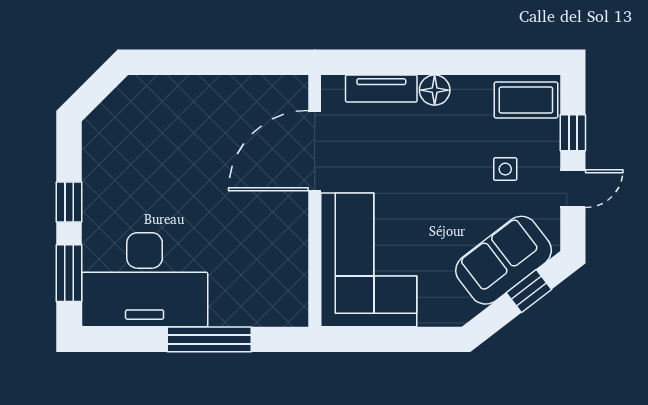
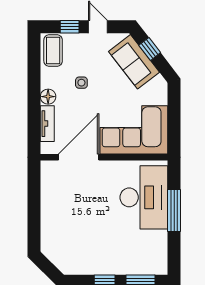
door: (315, 151) -> (79, 157), swing flipped
side table: (505, 169) -> (81, 83), moved
desk: (145, 280) -> (144, 197), moved

